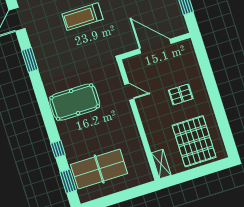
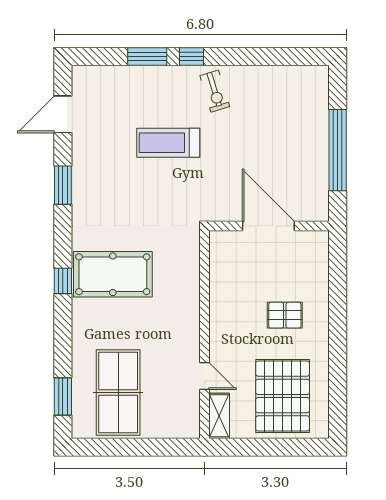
door: (129, 92) -> (205, 376), moved
window: (58, 149) -> (63, 281), moved
table tennis table: (99, 169) -> (118, 393), turned 90

